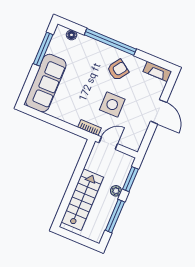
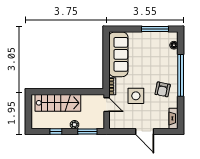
armchair: (118, 70) -> (163, 89), turned 67
sofa: (46, 83) -> (118, 54), moved, turned -90
door: (159, 112) -> (145, 132), hinge flipped
window: (115, 216) -> (56, 132), width x0.46

